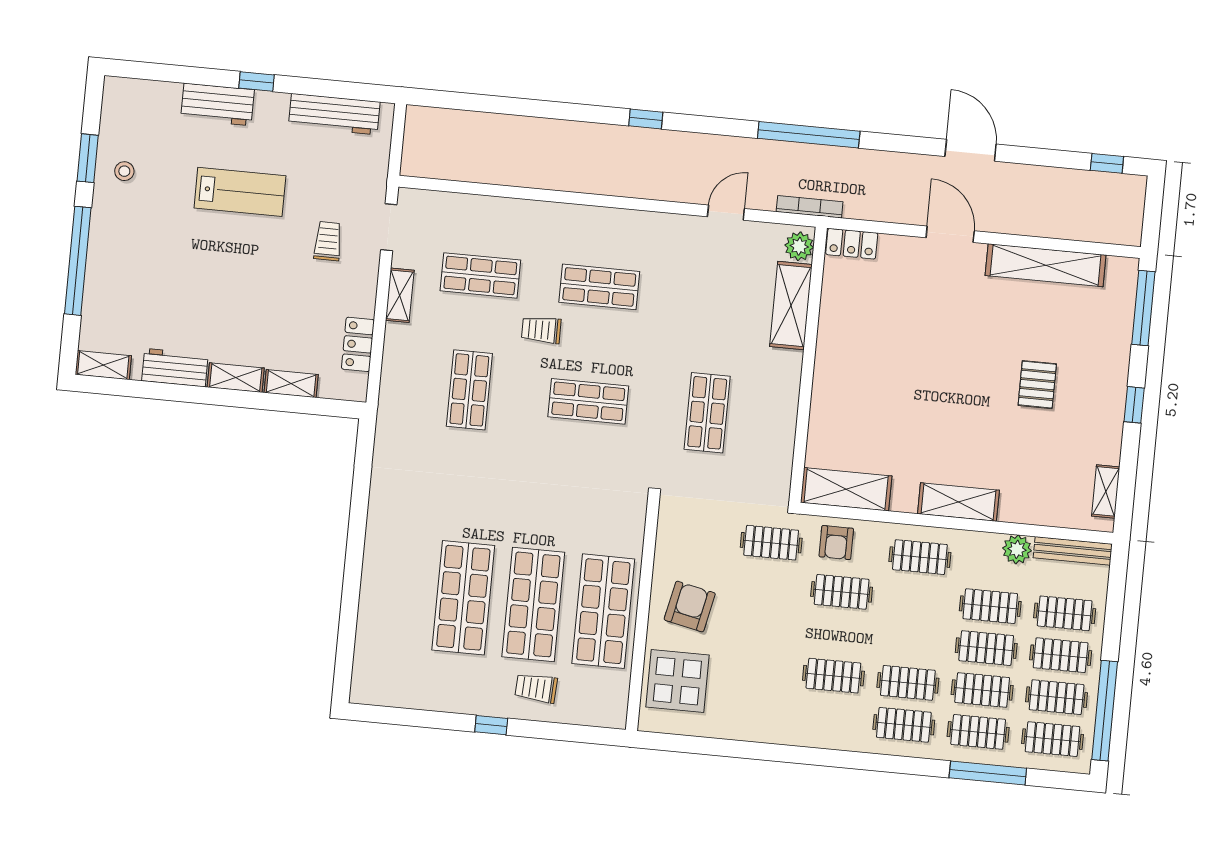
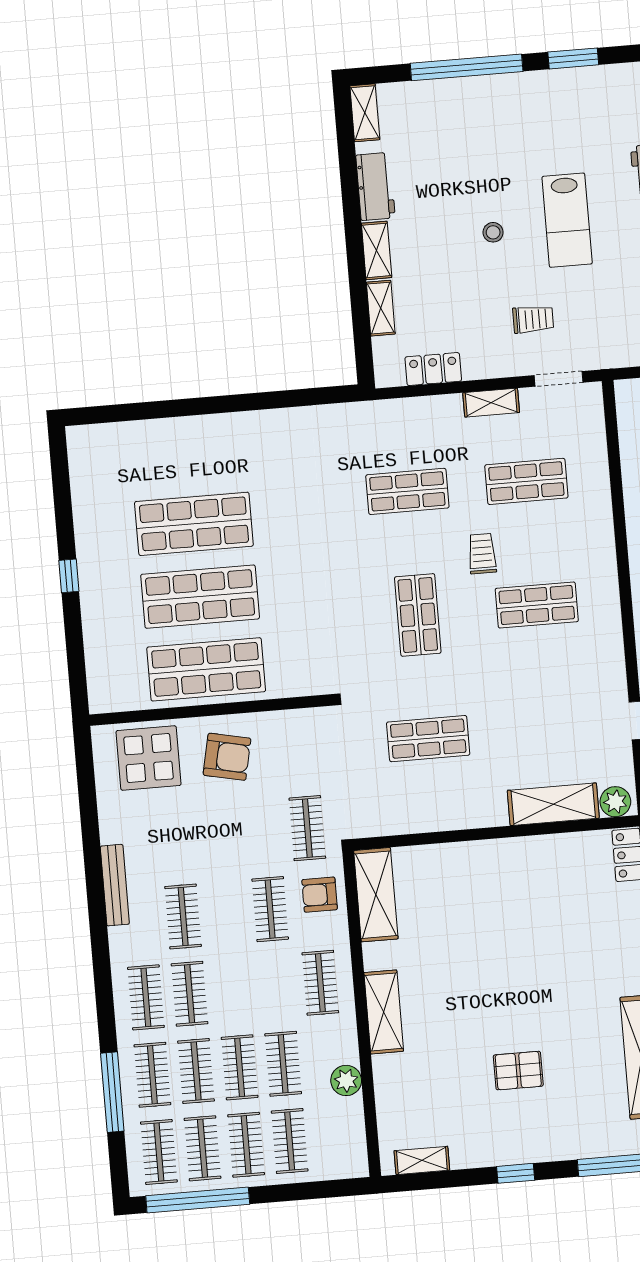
stool: (124, 171) -> (493, 232), moved
shop shelf: (480, 275) -> (526, 481), turned 90
shop shelf: (599, 287) -> (537, 605), turned 90
bench: (1073, 551) -> (115, 885), moved
trolley: (536, 688) -> (115, 615), removed

